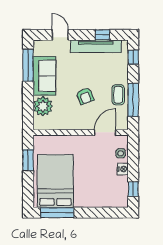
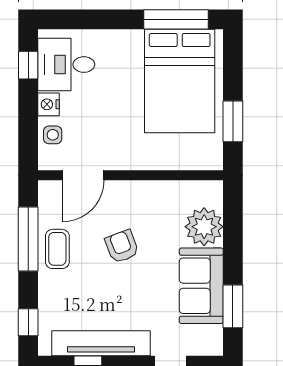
window: (28, 65) -> (233, 306), width x0.69
desk: (114, 189) -> (66, 65), added

